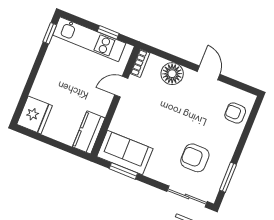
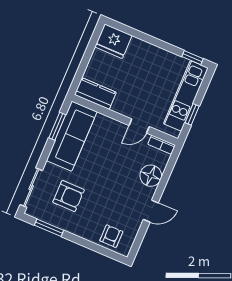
door: (121, 87) -> (139, 126), swing flipped
sofa: (125, 153) -> (72, 136), width x1.36
armchair: (195, 158) -> (69, 196), turned 90

